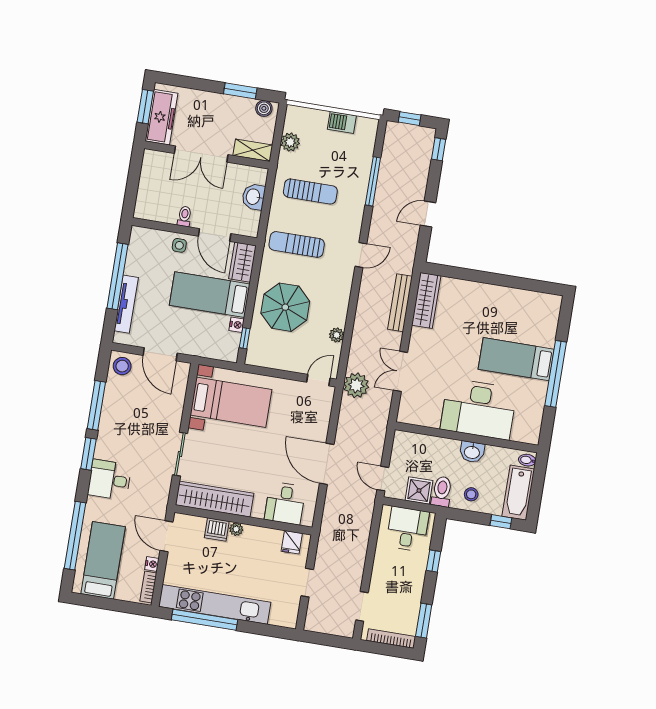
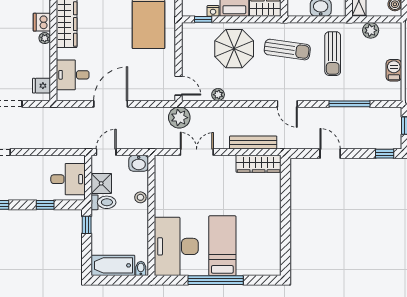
sun lounger: (297, 244) -> (287, 50), turned 98
desk: (479, 409) -> (176, 246), moved
washbasin: (472, 452) -> (139, 163), moved, turned -90
stool: (471, 494) -> (140, 197), moved
window: (501, 522) -> (87, 225), moved

